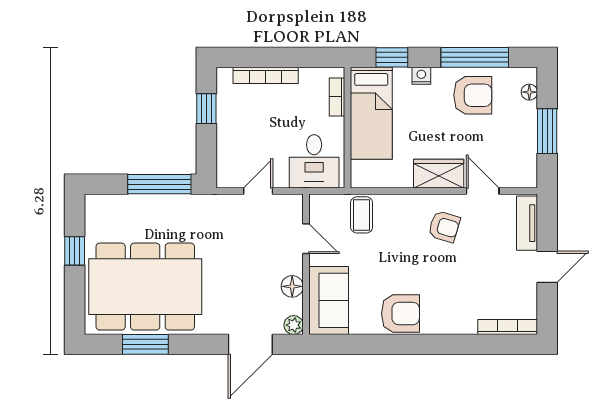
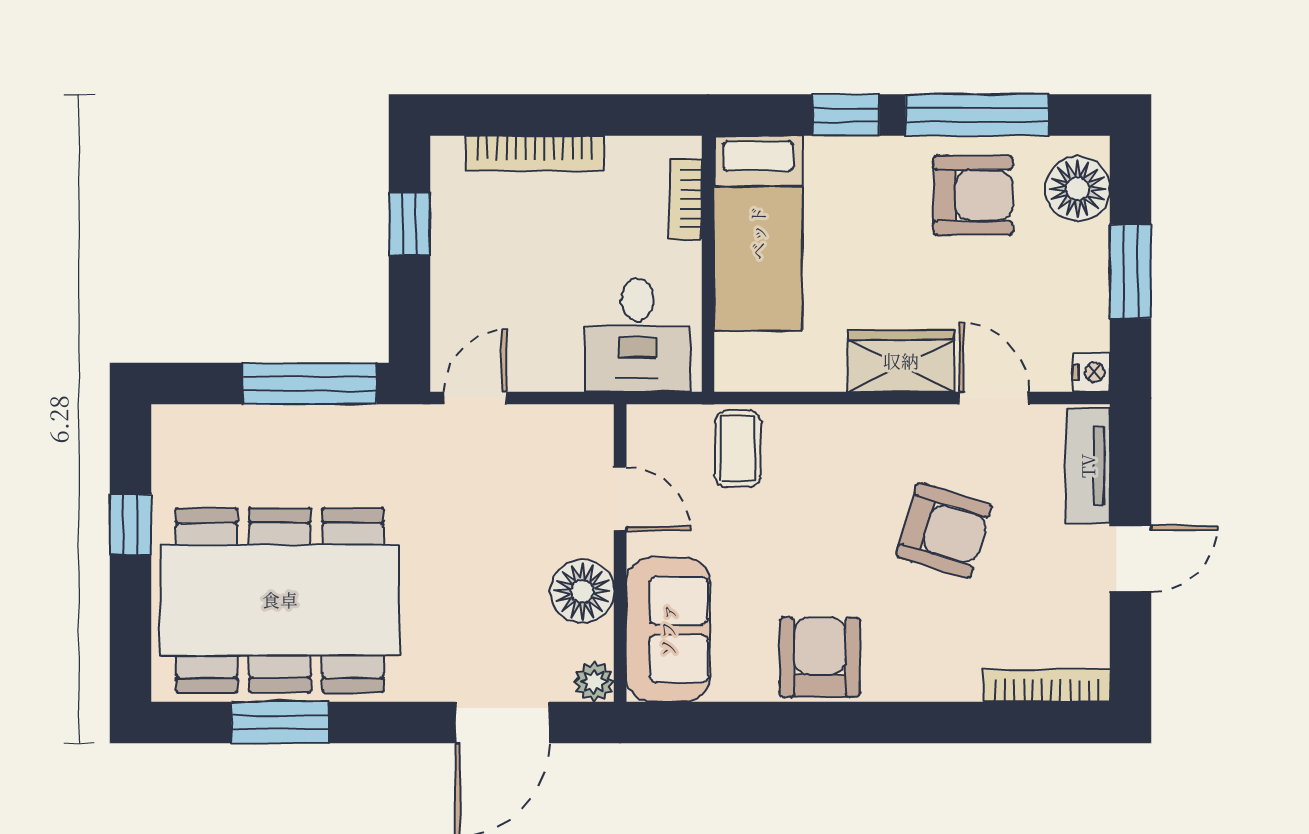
window: (392, 57) -> (846, 115), moved
nightstand: (421, 76) -> (1091, 372), moved, turned 90
floor lamp: (529, 92) -> (1078, 189), width x1.89, depth x1.89
door: (258, 191) -> (475, 398), moved
armchair: (444, 227) -> (944, 531), moved, width x1.38, depth x1.38
floor lamp: (292, 286) -> (582, 591), width x1.38, depth x1.38
armchair: (400, 314) -> (820, 657), turned -90

